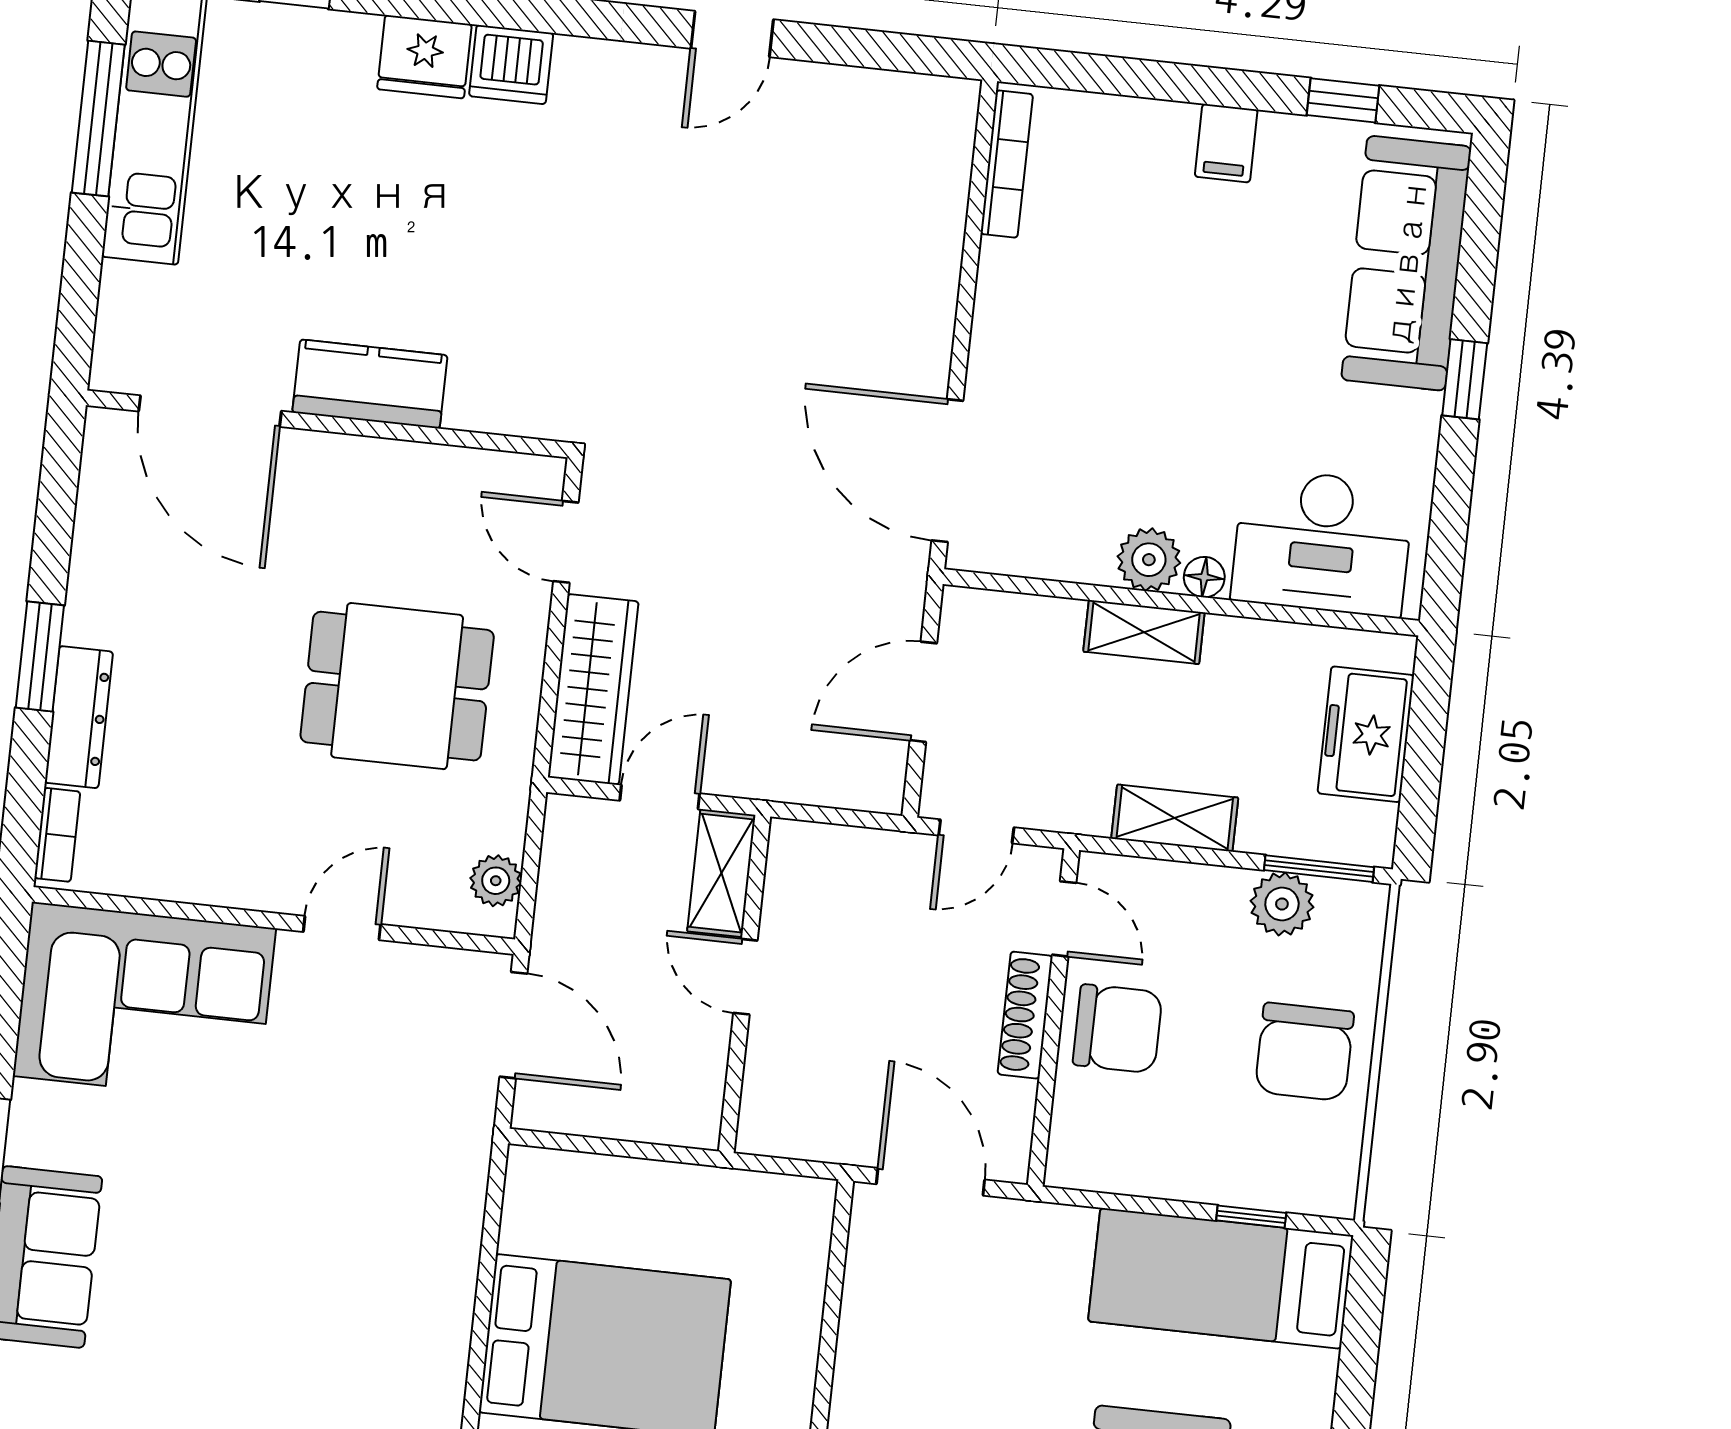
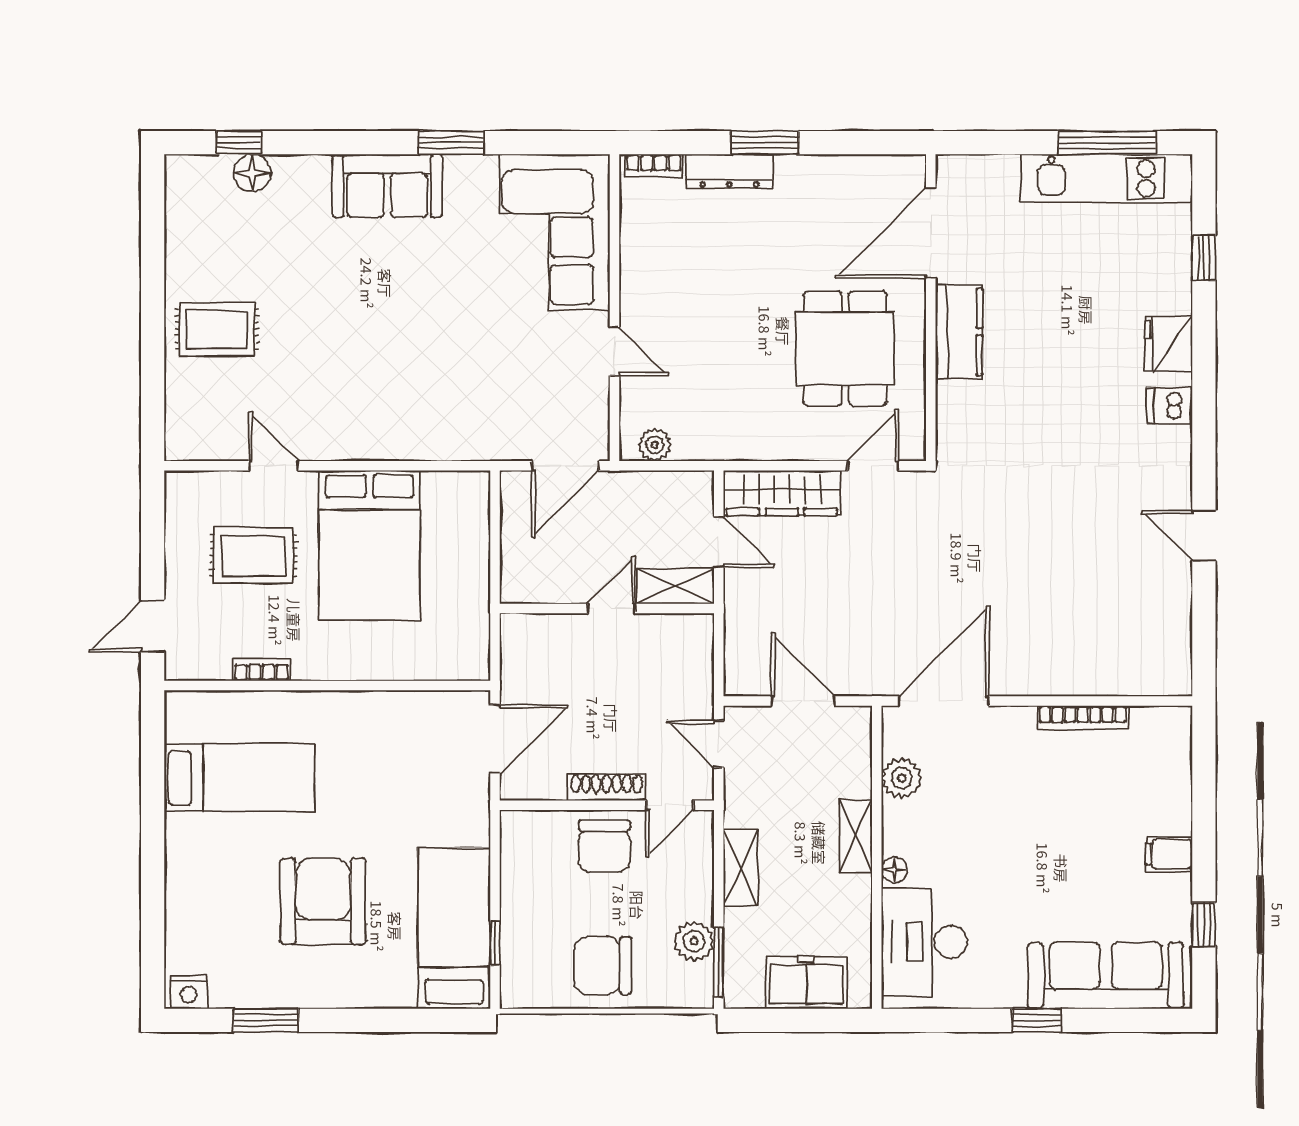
dishwasher: (511, 65) -> (1169, 405), width x0.73
bookcase: (1007, 164) -> (1083, 717), moved
plant: (1149, 560) -> (902, 778), moved
dining table: (397, 686) -> (845, 348), moved

